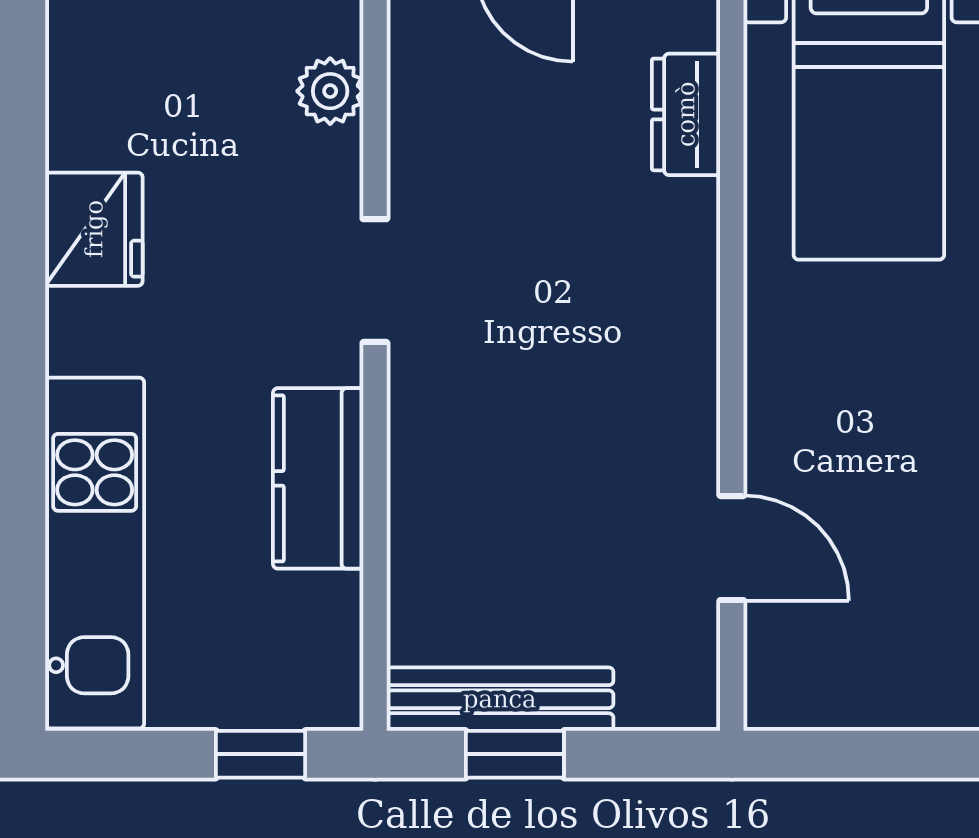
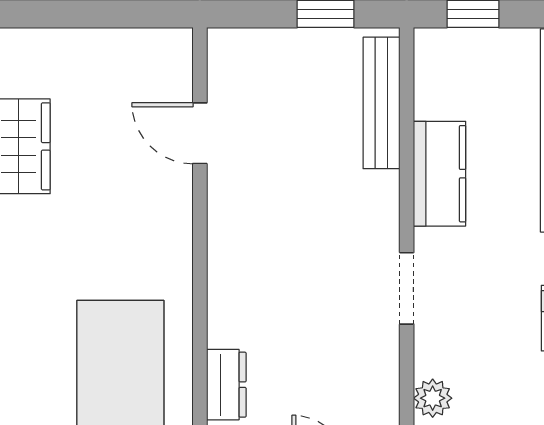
bench: (500, 699) -> (381, 103), moved, turned 90

